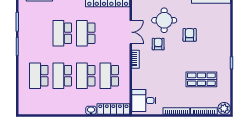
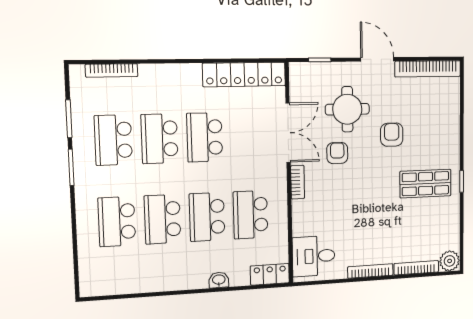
double door: (131, 32) -> (288, 133), width x1.37
school desk: (39, 33) -> (113, 140), added
shop shelf: (201, 79) -> (426, 184), moved
locker: (113, 109) -> (270, 274), width x0.66

